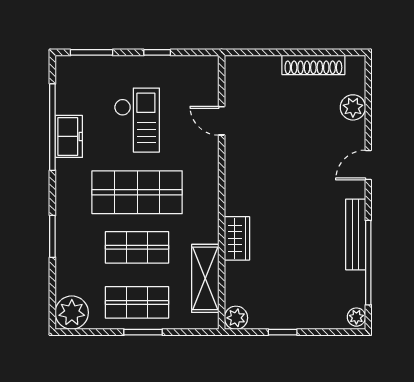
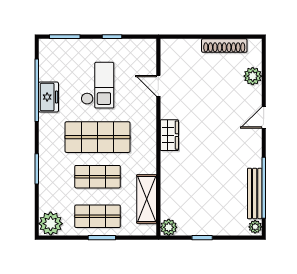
bench: (356, 234) -> (255, 193), moved
wardrobe: (237, 238) -> (169, 135), moved

